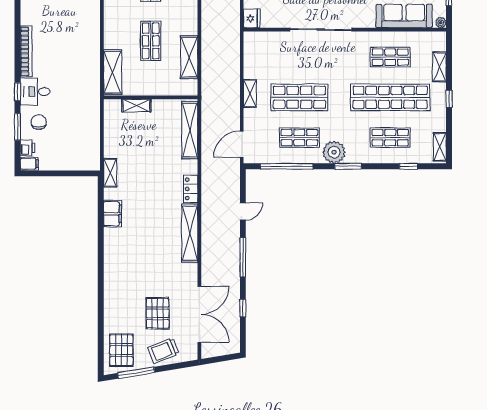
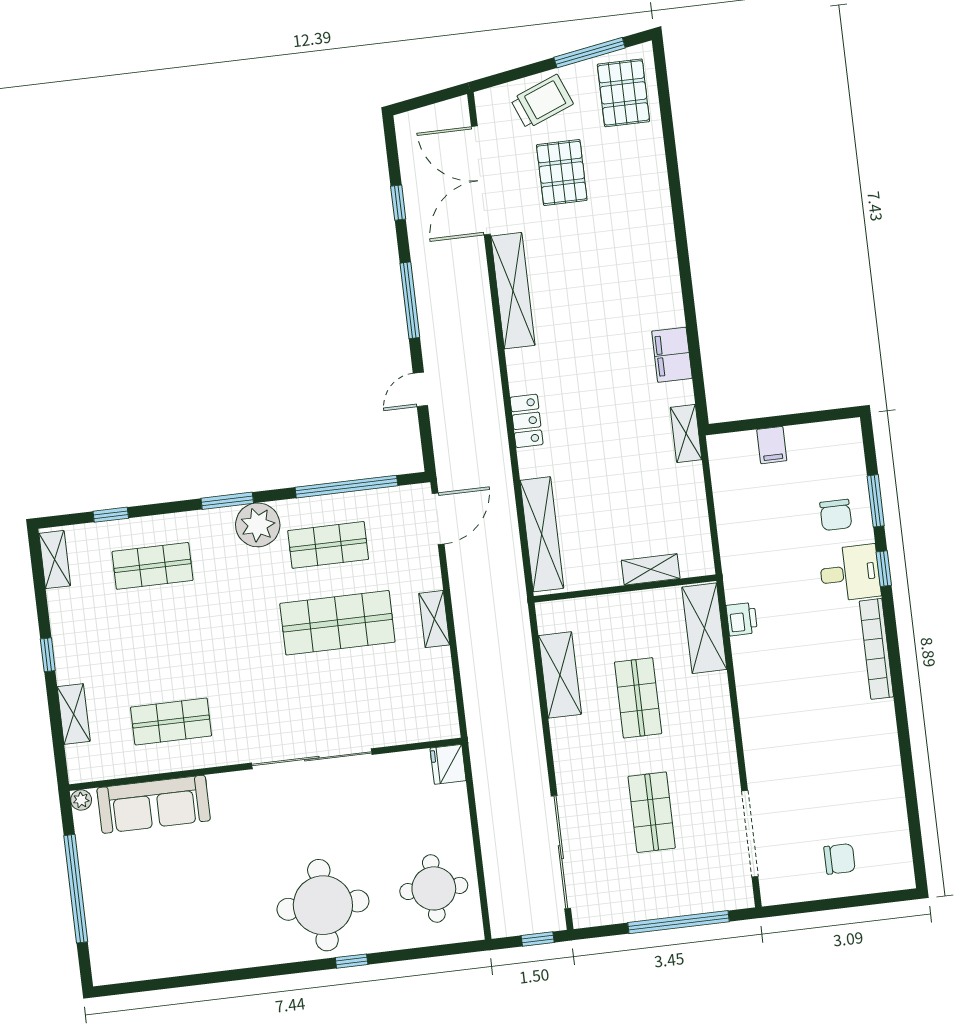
shop shelf: (390, 97) -> (162, 644), removed
printer: (28, 148) -> (742, 619), moved, turned 180
filing cabinet: (29, 164) -> (772, 445), moved, turned -90
shelving: (190, 233) -> (513, 291), moved

